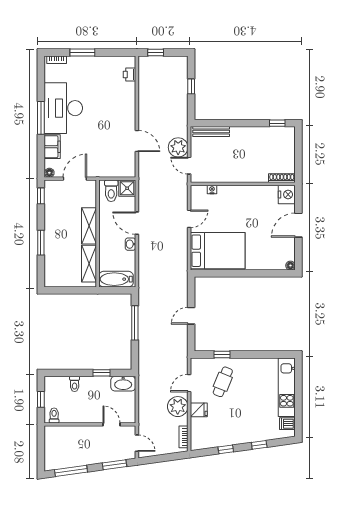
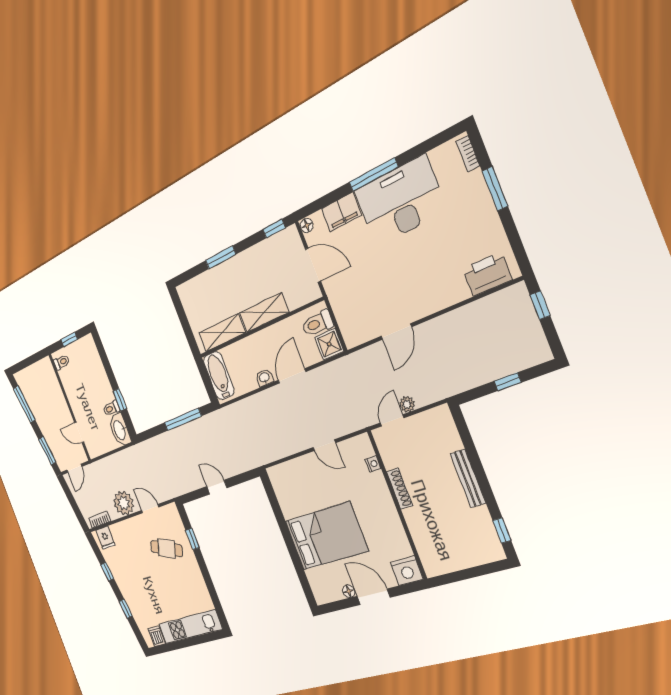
printer: (129, 74) -> (487, 274), width x1.87, depth x1.48
bench: (211, 132) -> (468, 478), moved
plant: (178, 147) -> (407, 404), width x0.53, depth x0.53
shoe rack: (282, 178) -> (399, 489), moved
bed: (218, 251) -> (326, 536), moved, turned -90
floor lamp: (290, 266) -> (349, 591), moved
toilet: (75, 384) -> (111, 408), moved
fridge: (199, 410) -> (105, 538), moved
door: (112, 424) -> (79, 432), swing flipped

